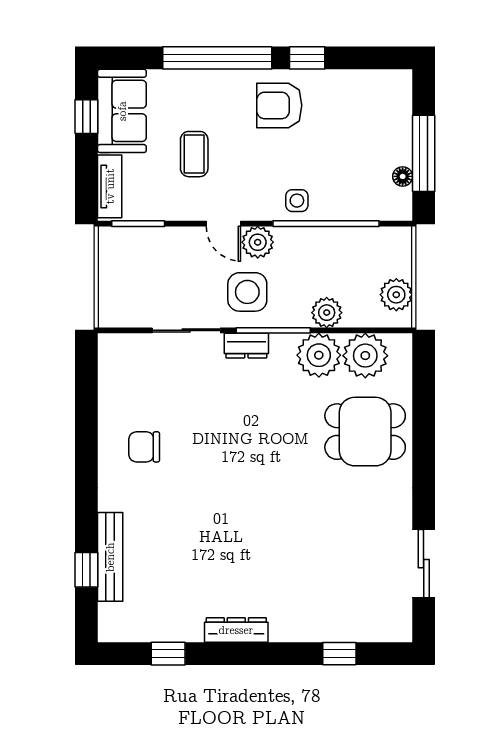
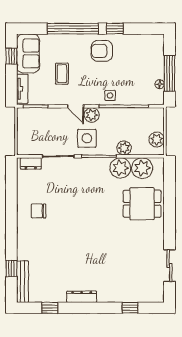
dresser: (246, 346) -> (31, 163), moved
bench: (110, 557) -> (23, 282), moved

